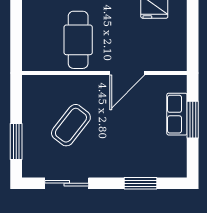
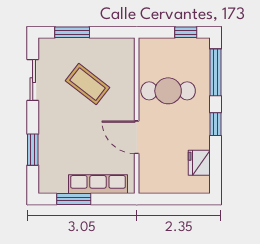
window: (16, 21) -> (186, 32), added
row of seats: (177, 114) -> (98, 184), width x1.48
window: (193, 120) -> (74, 199), moved

